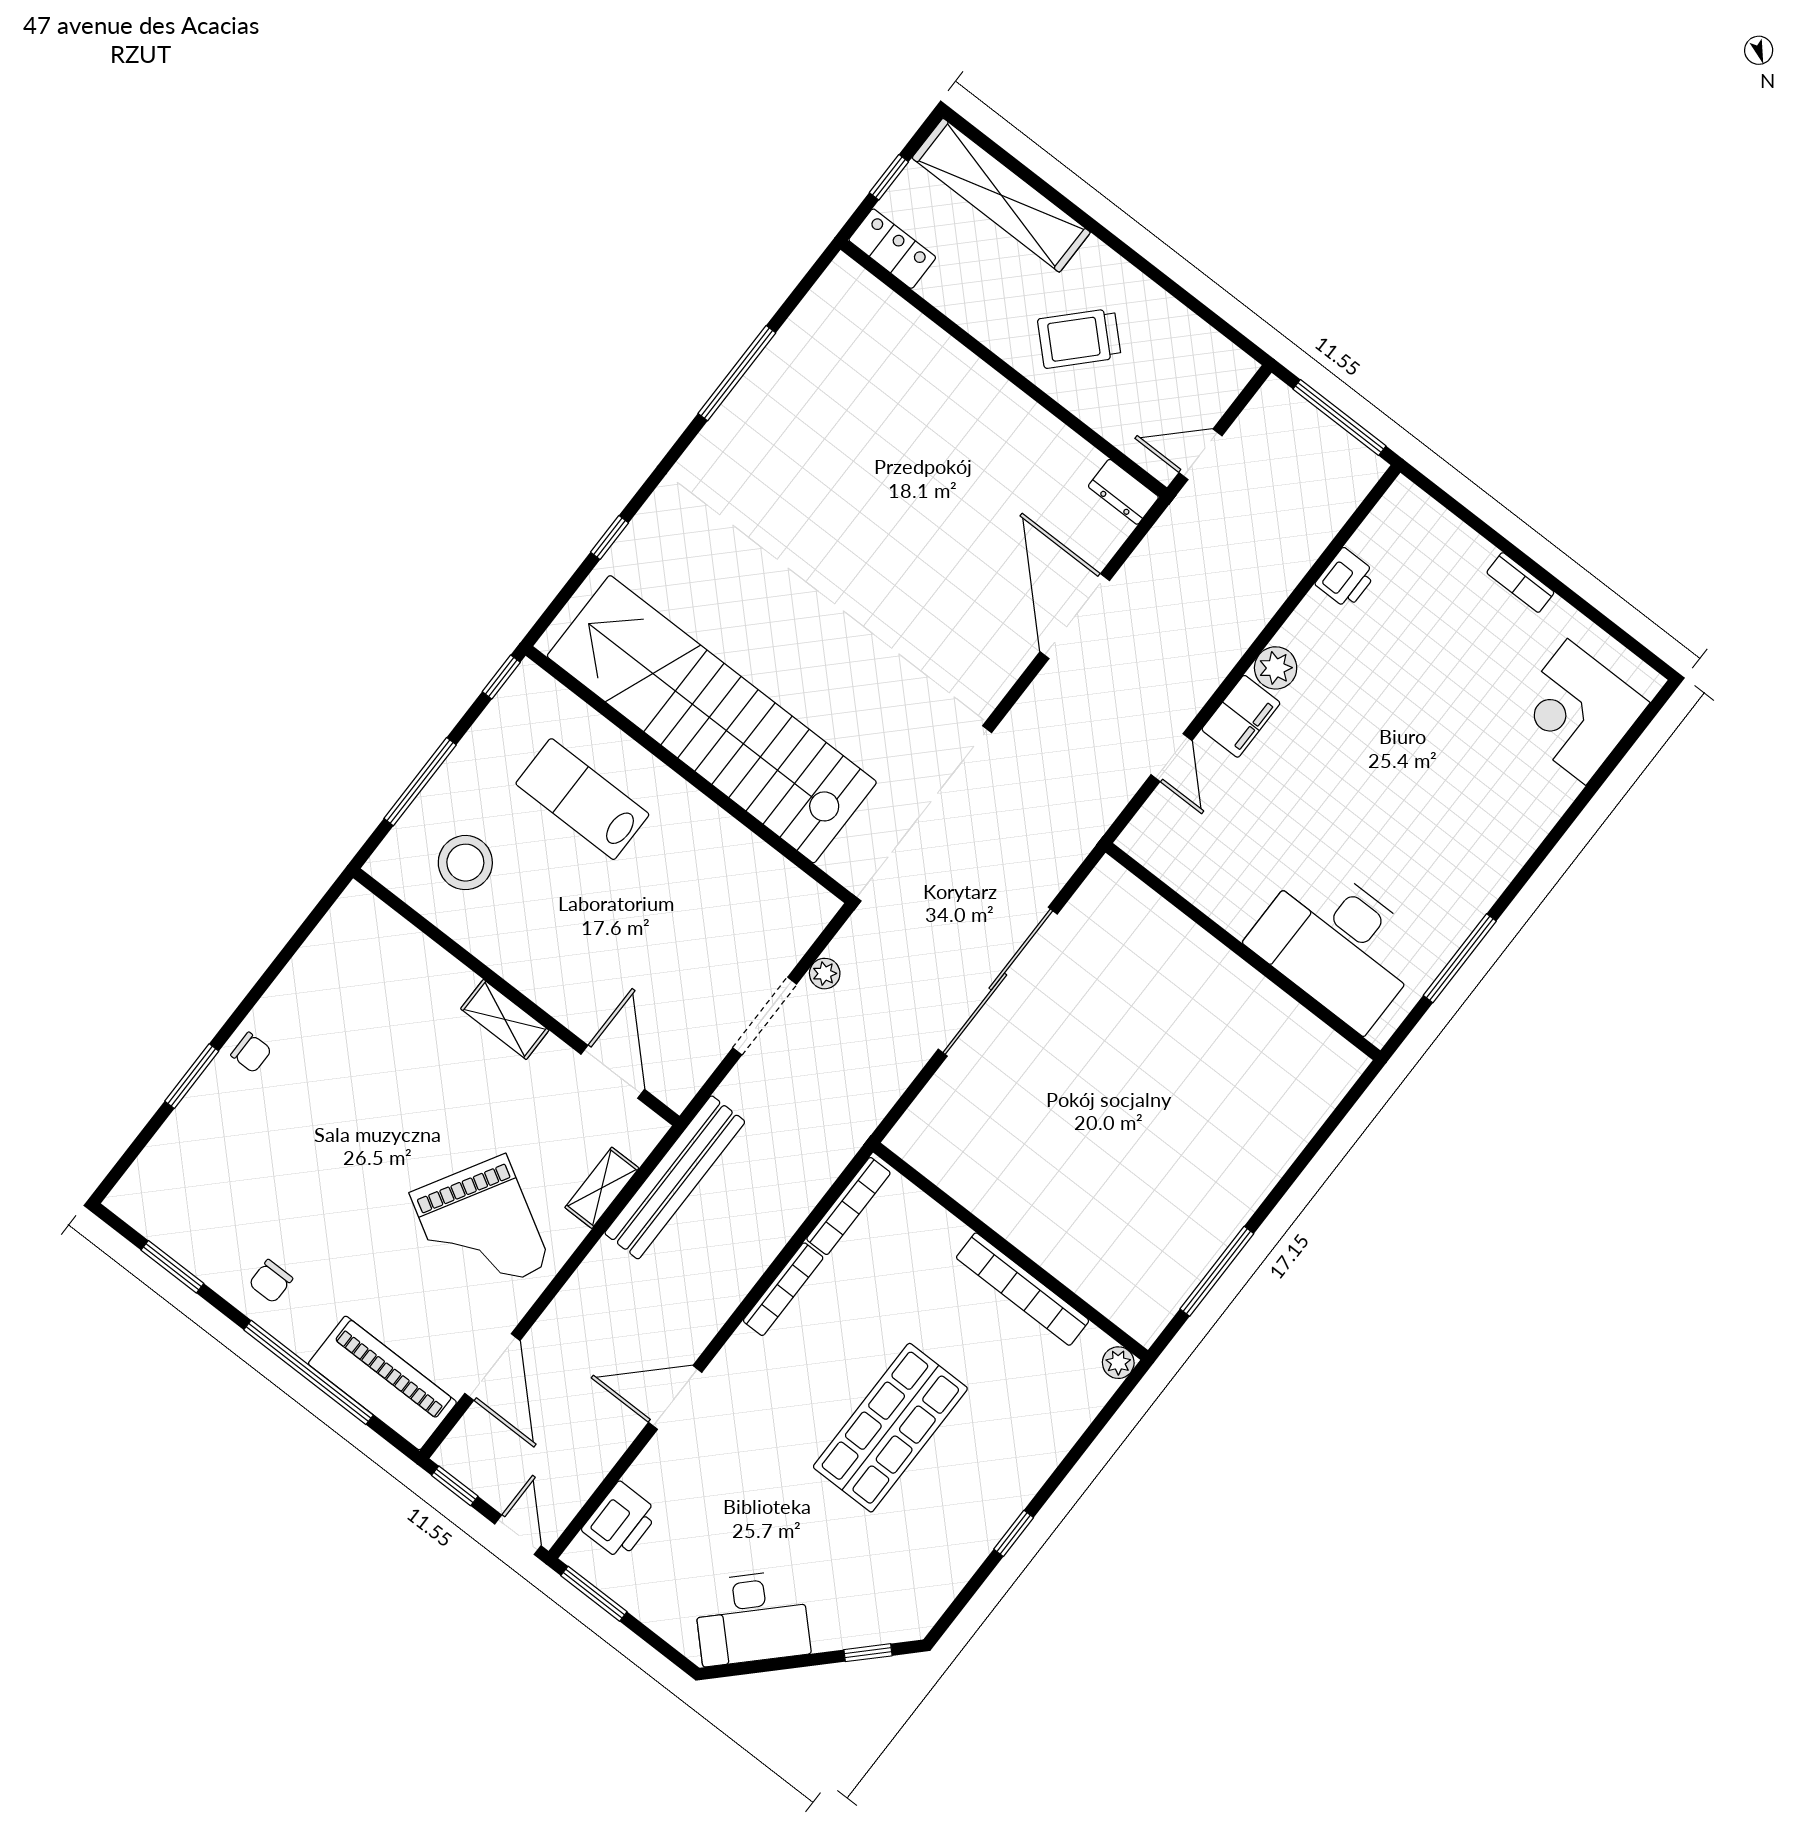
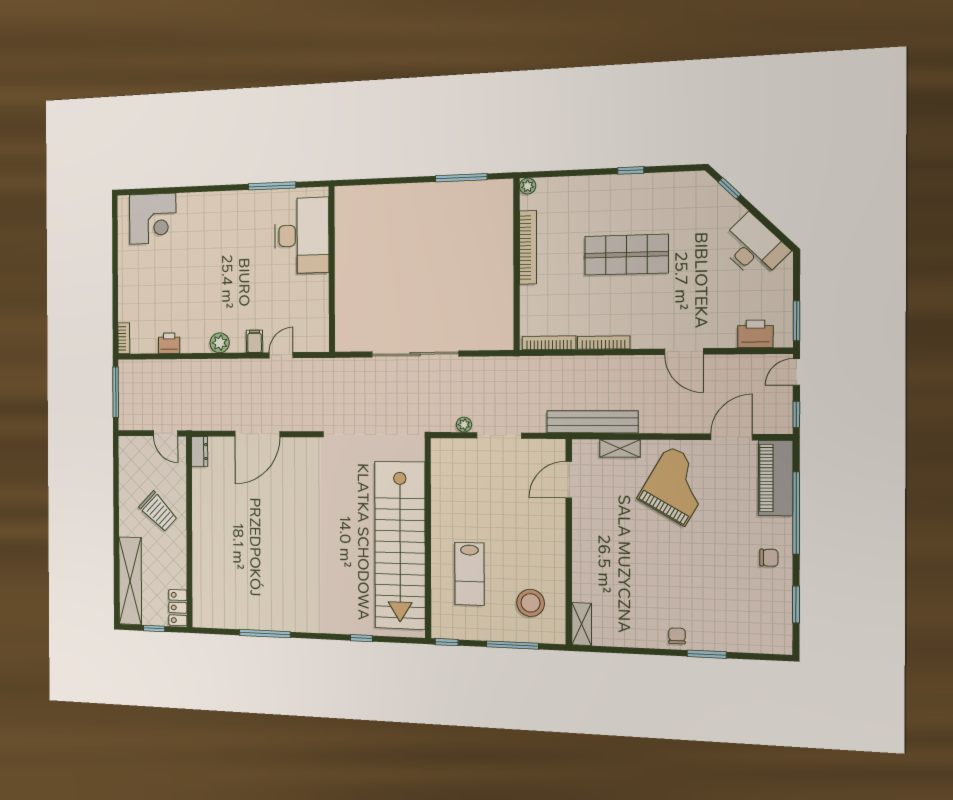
bookcase: (1520, 582) -> (124, 338), moved
filing cabinet: (1241, 716) -> (255, 341), width x0.50
shelving: (505, 1019) -> (582, 624), moved

